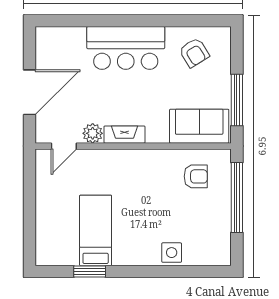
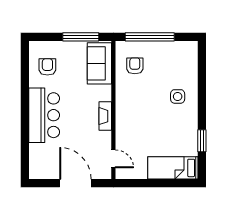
armchair: (194, 53) -> (47, 67), turned -58
plant: (93, 133) -> (104, 139), removed
bed: (96, 230) -> (173, 168), moved
side table: (172, 253) -> (178, 96), moved

